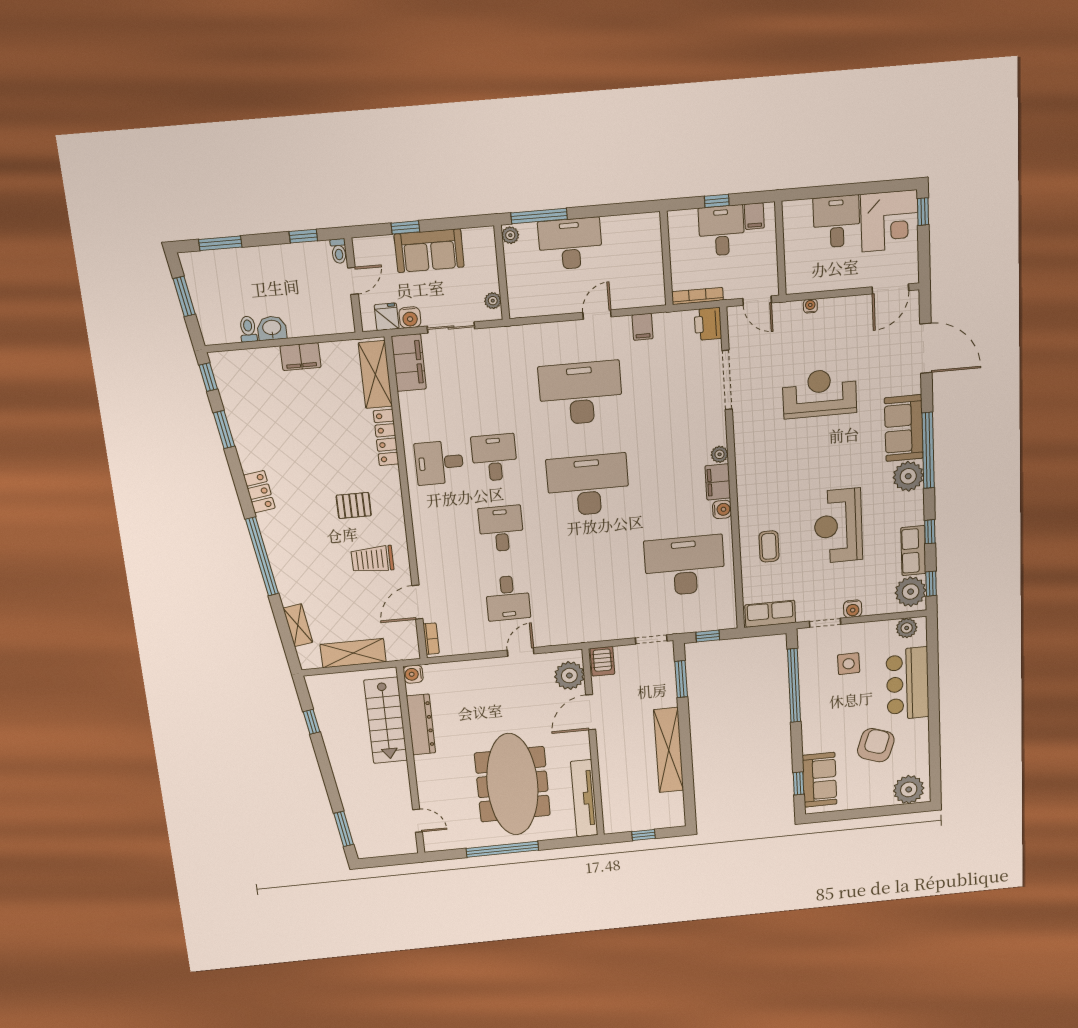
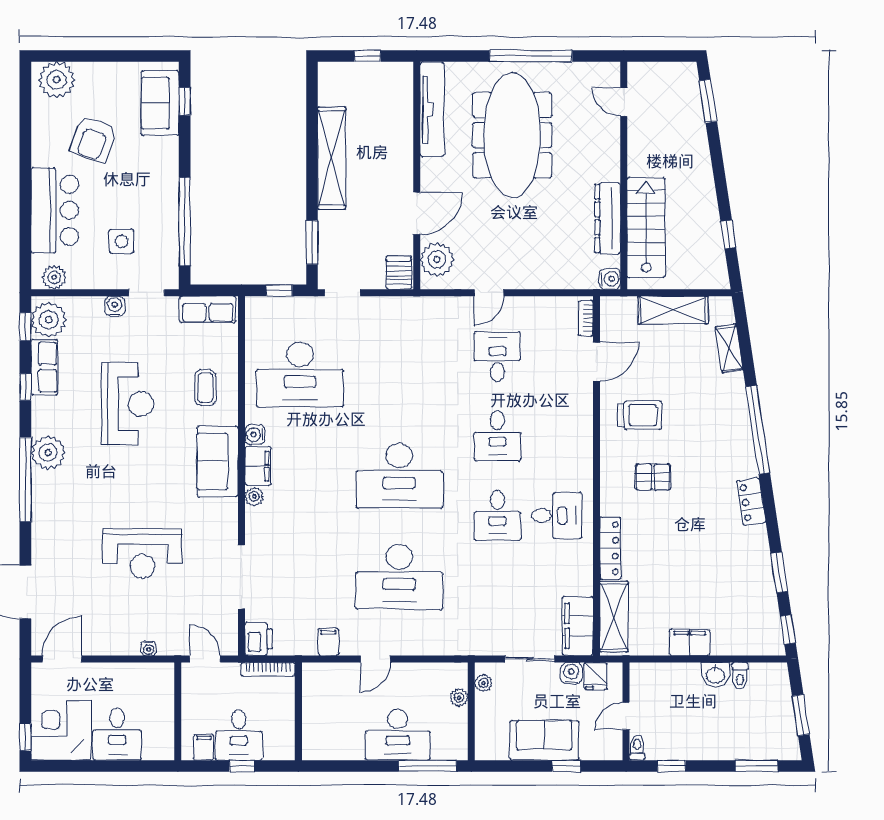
plant: (510, 235) -> (459, 698), moved
sofa: (904, 428) -> (218, 461), moved, turned 180

